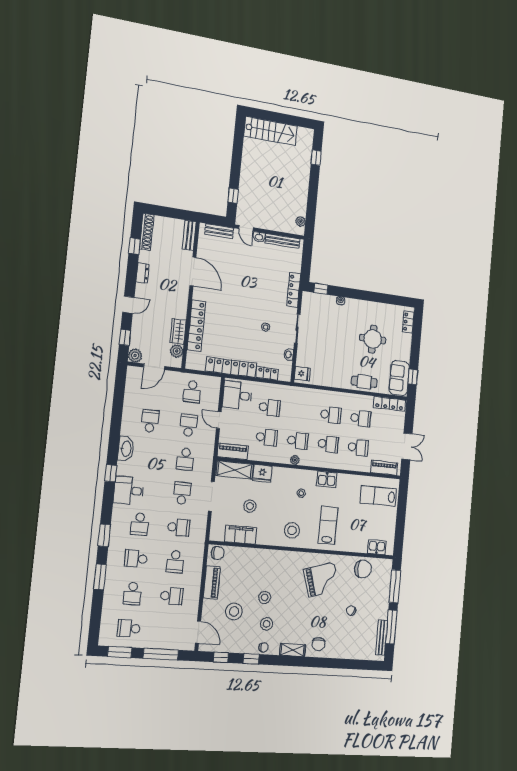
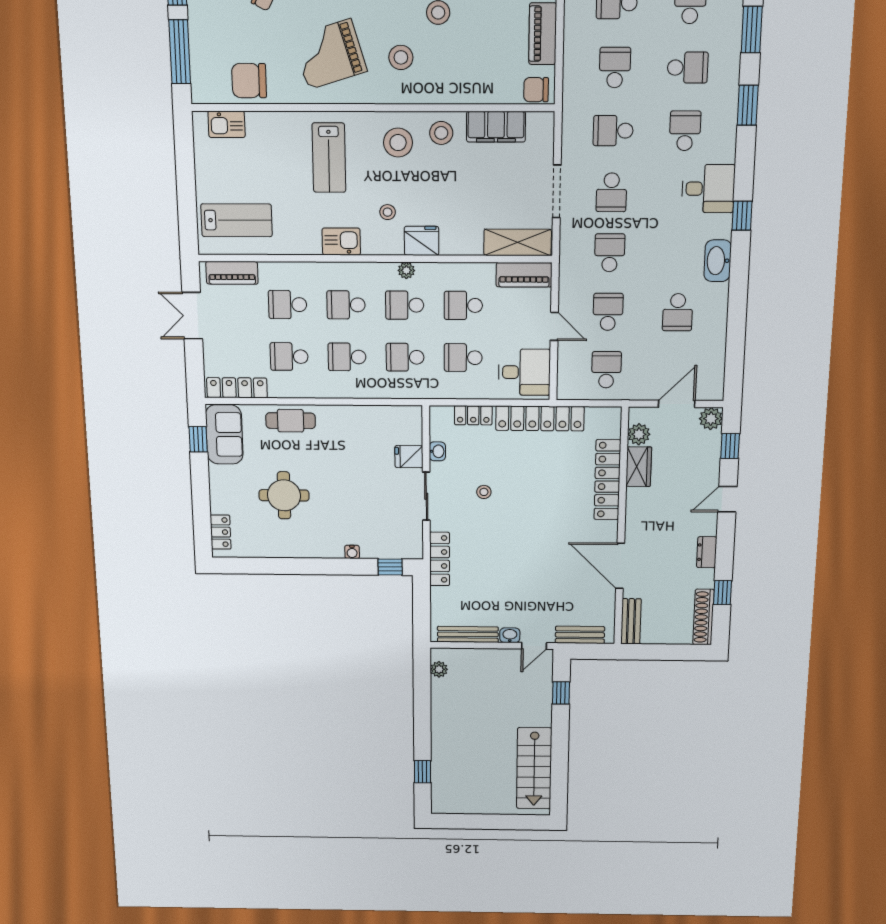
stairs: (271, 131) -> (534, 768), moved, turned -90
door: (246, 228) -> (534, 646), swing flipped
fridge: (302, 374) -> (409, 457), moved
school desk: (300, 411) -> (405, 357), added
school desk: (189, 425) -> (608, 312), turned 180
fridge: (262, 473) -> (422, 241), moved
stool: (250, 506) -> (441, 133), moved
stool: (286, 575) -> (401, 57), added

